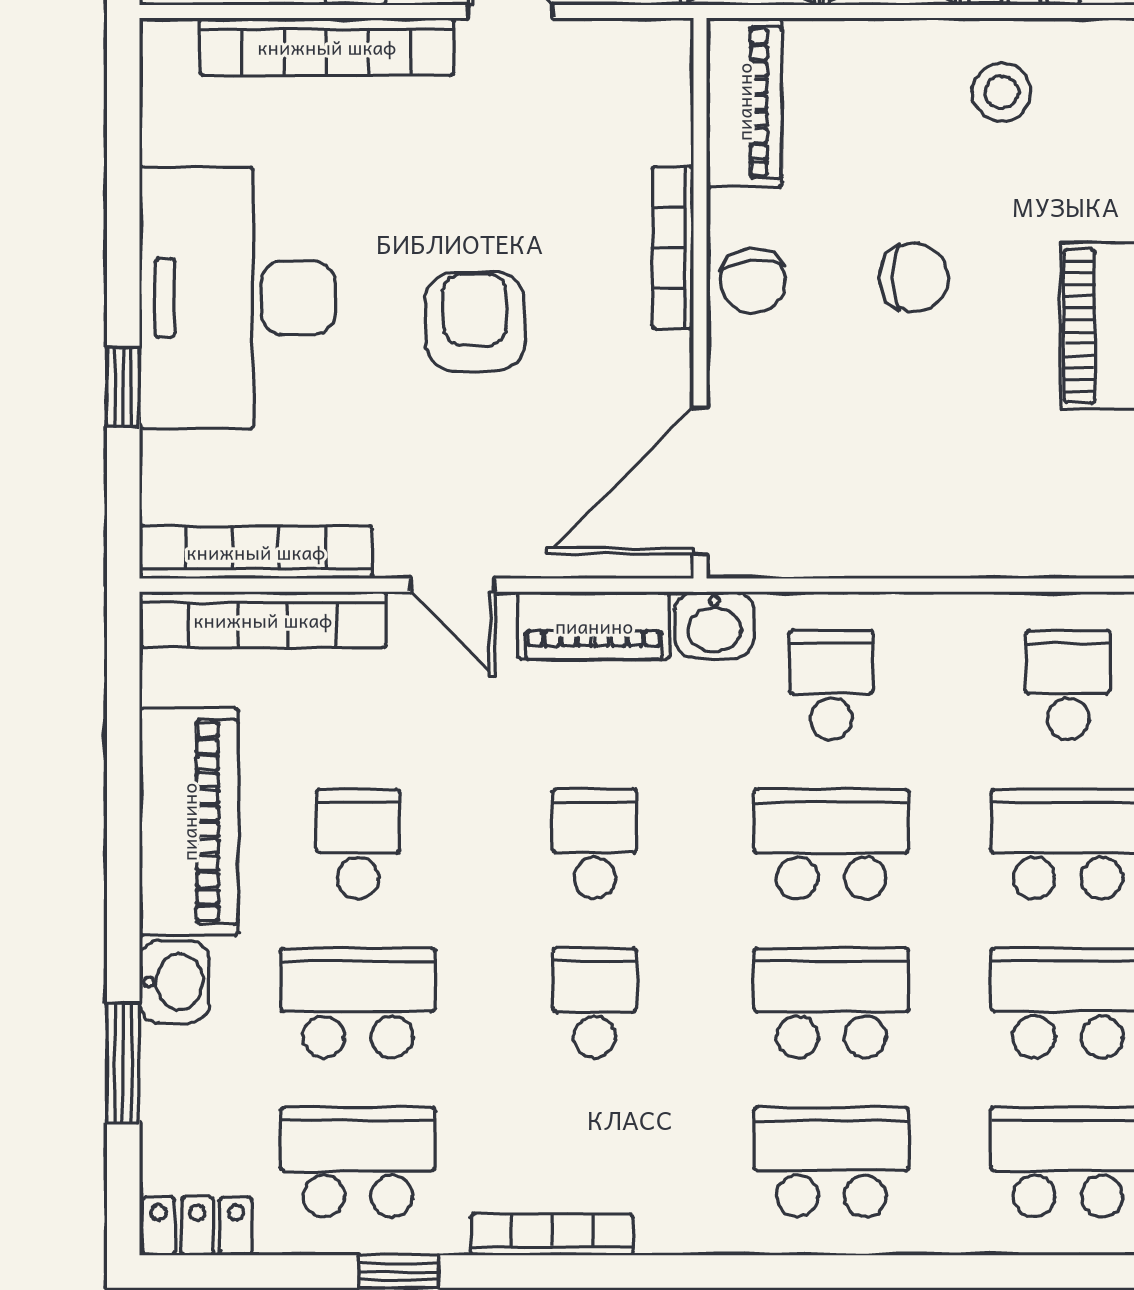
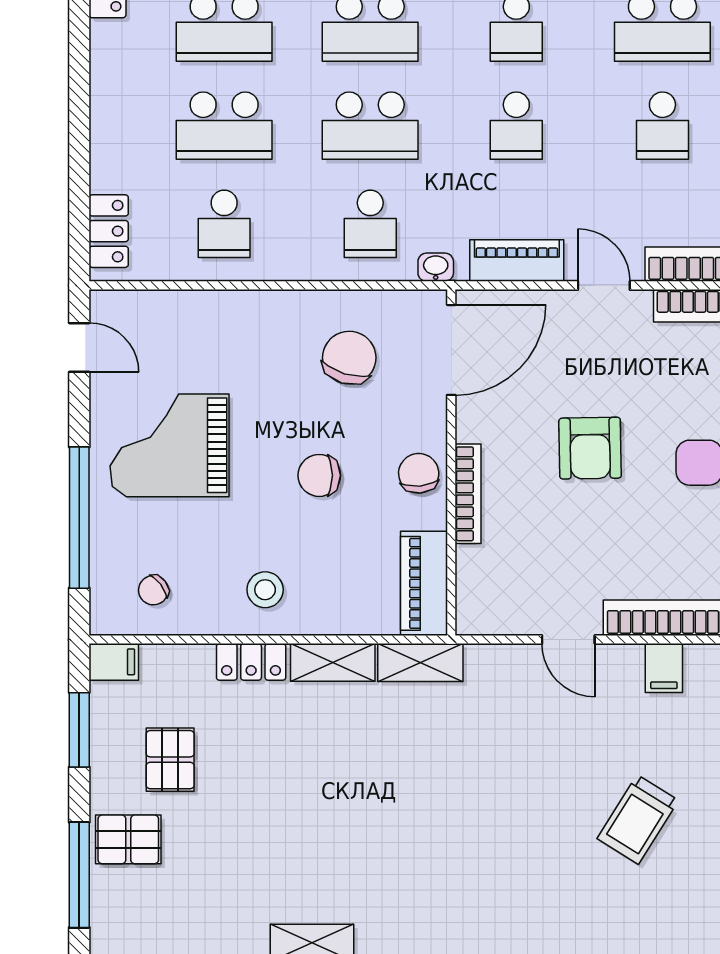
chair: (865, 468) -> (349, 358), added
washbasin: (714, 625) -> (436, 267), width x0.72, depth x0.69

